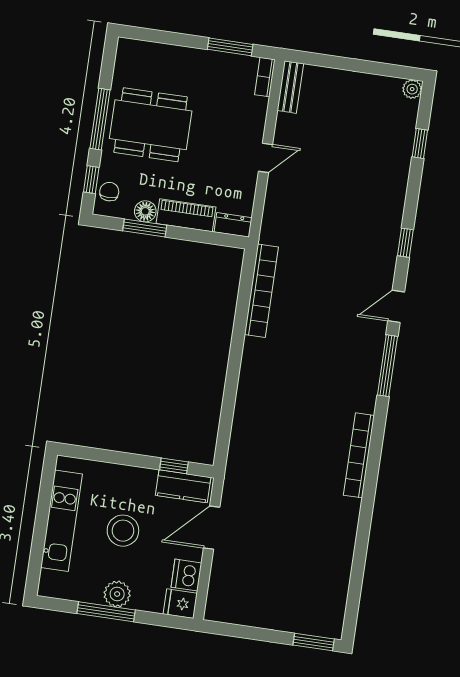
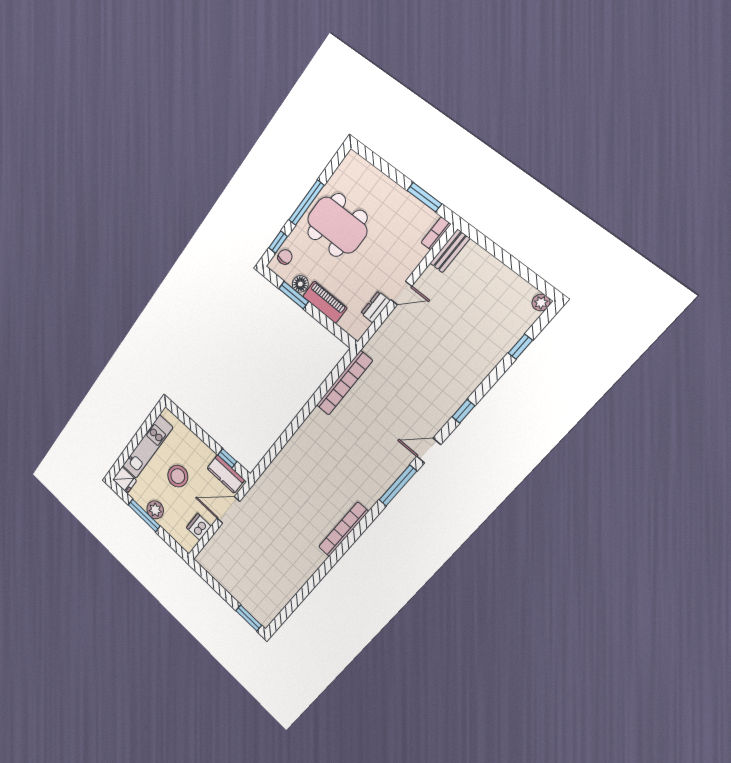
dresser: (233, 225) -> (375, 307), moved, turned -90
fridge: (180, 604) -> (125, 480), moved, turned 180

